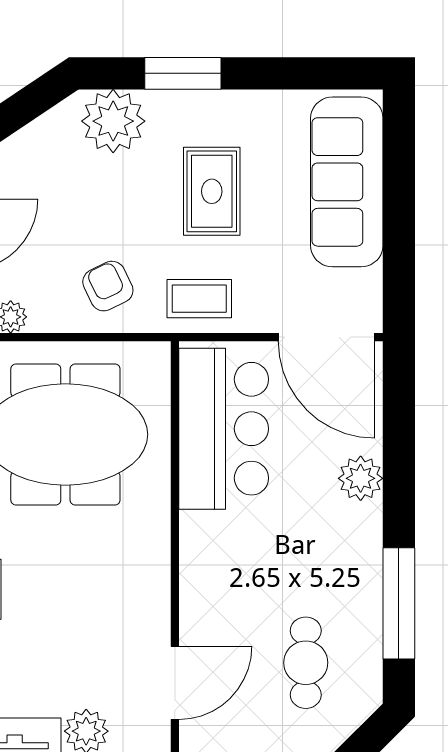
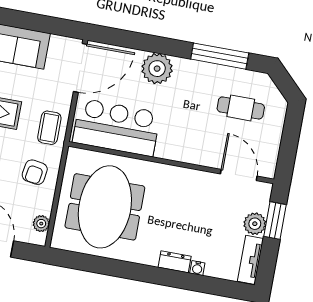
armchair: (108, 286) -> (35, 172), turned -55
plant: (361, 478) -> (157, 69), width x1.36, depth x1.36

